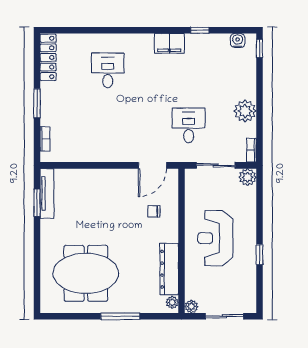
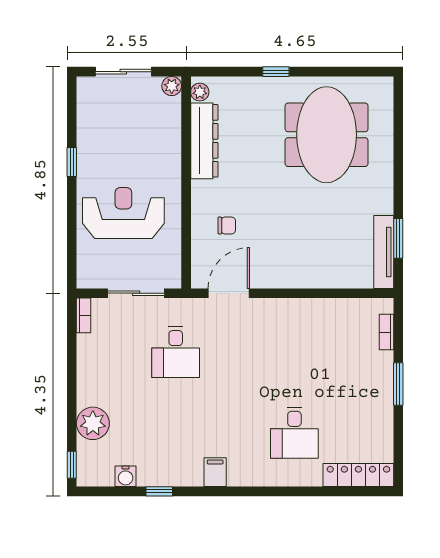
water cooler: (238, 41) -> (126, 476), moved
filing cabinet: (169, 43) -> (215, 472), width x0.50
locker: (48, 57) -> (358, 475), moved, turned 90
plant: (245, 111) -> (93, 423), moved
plant: (248, 177) -> (89, 276), removed
reception desk: (215, 238) -> (123, 213), moved, turned -90
meeting table: (86, 273) -> (327, 135), turned 90
window: (120, 316) -> (276, 72), width x0.46

